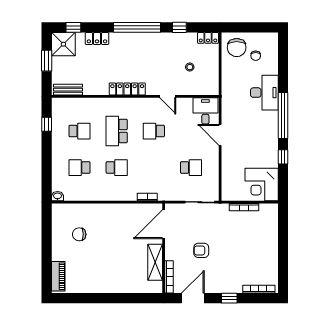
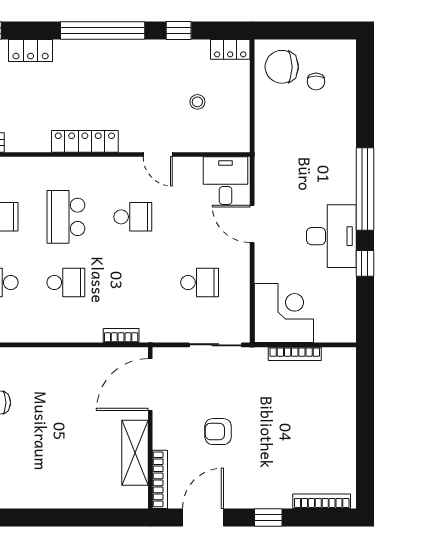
chair: (237, 48) -> (282, 67), turned 90
desk: (264, 93) -> (331, 236), moved
school desk: (154, 131) -> (133, 217), turned 180
corner desk: (262, 184) -> (284, 313), moved, turned 180

